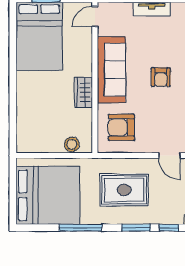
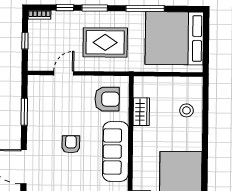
wardrobe: (84, 92) -> (141, 112), moved
stool: (72, 144) -> (186, 110), moved
door: (169, 155) -> (64, 73), hinge flipped

